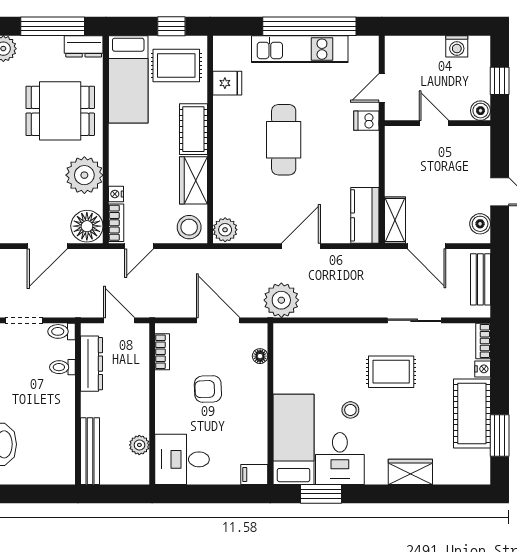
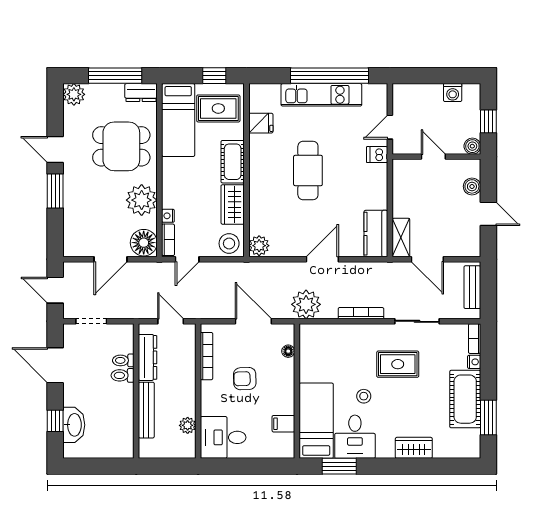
boiler: (480, 224) -> (472, 186), moved
bookcase: (347, 311) -> (361, 313), added
toilet: (62, 331) -> (123, 375), moved
bookcase: (162, 352) -> (207, 356), width x1.56
bench: (90, 451) -> (146, 410), moved
filing cabinet: (254, 474) -> (283, 424), moved

